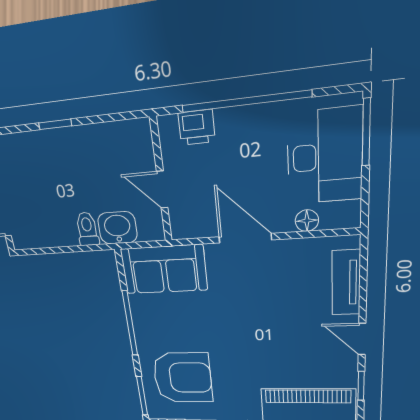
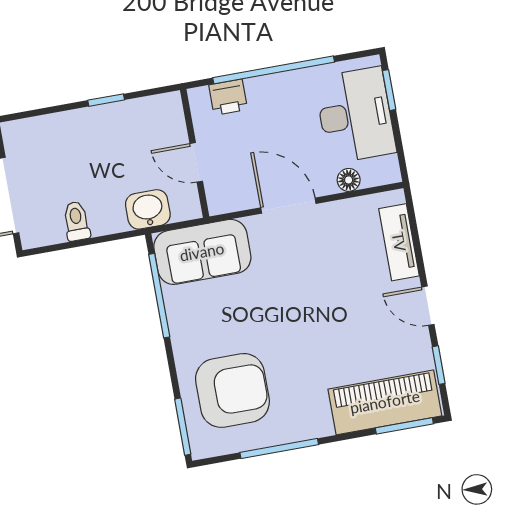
window: (55, 124) -> (106, 100), moved
window: (366, 132) -> (389, 90), width x0.67
toilet: (87, 229) -> (76, 221), moved
window: (130, 324) -> (159, 296), moved

